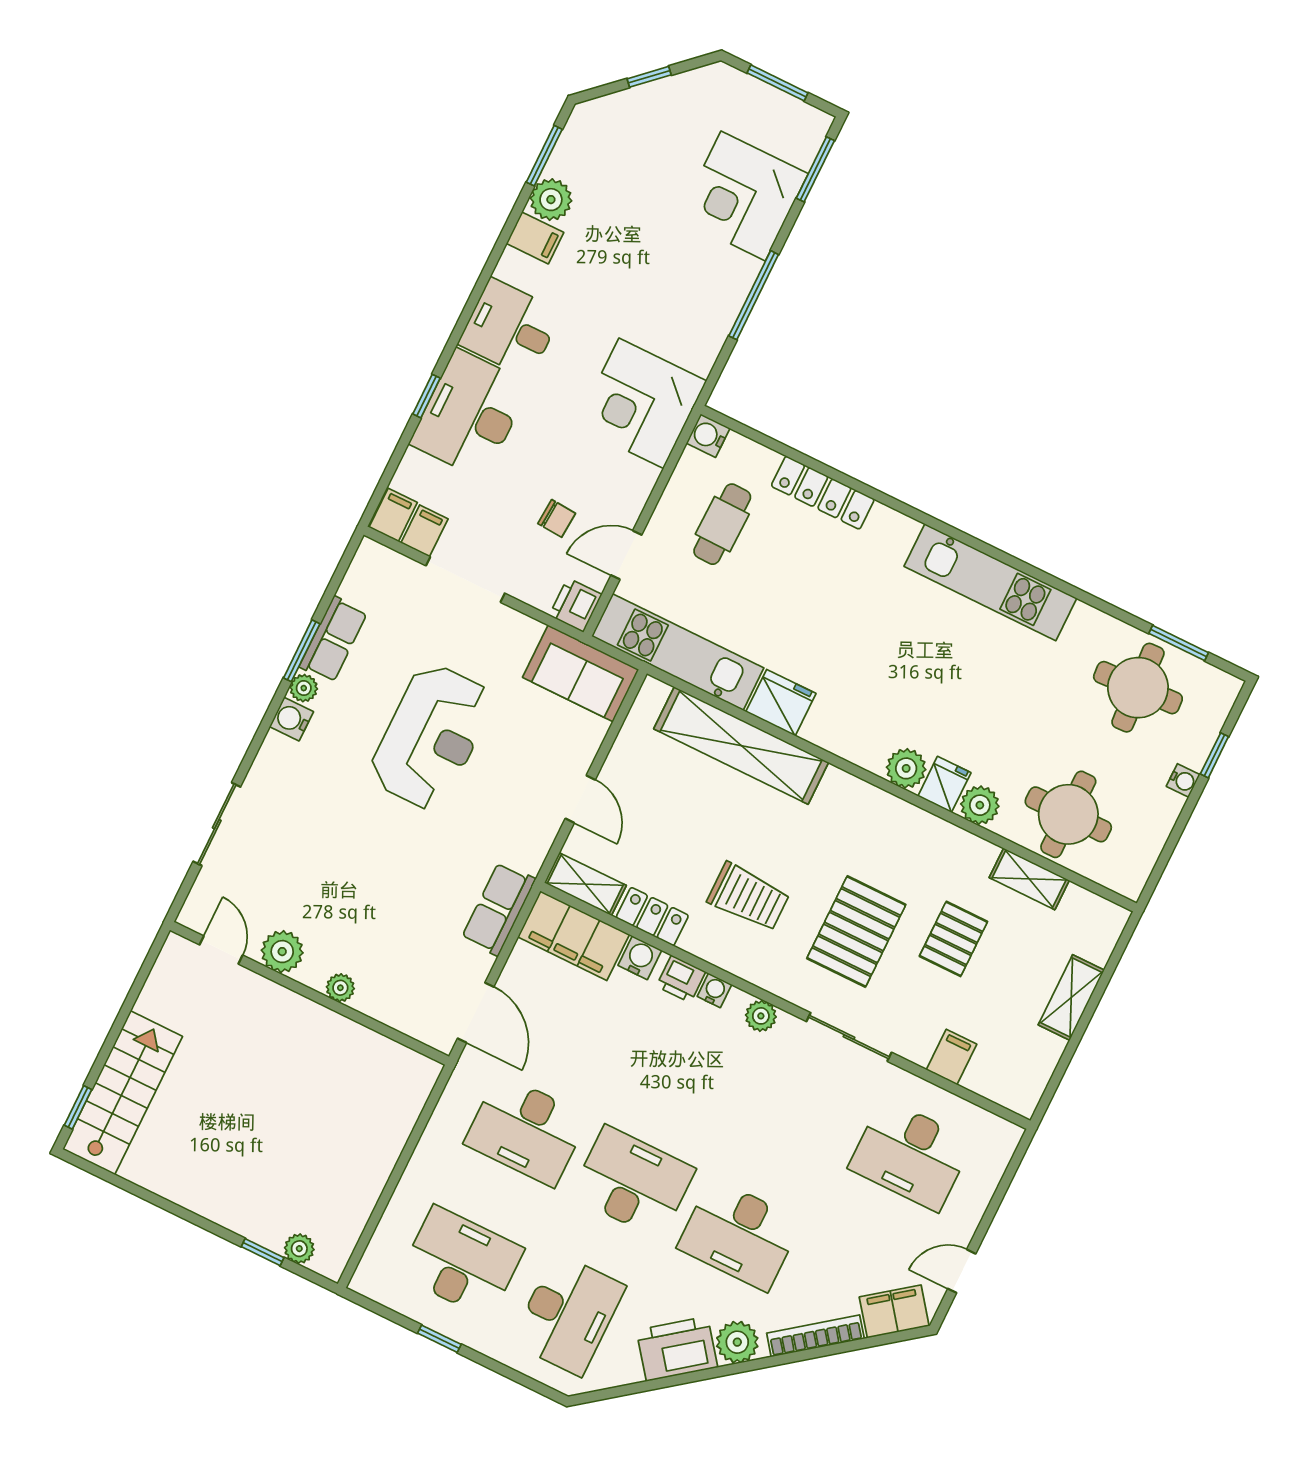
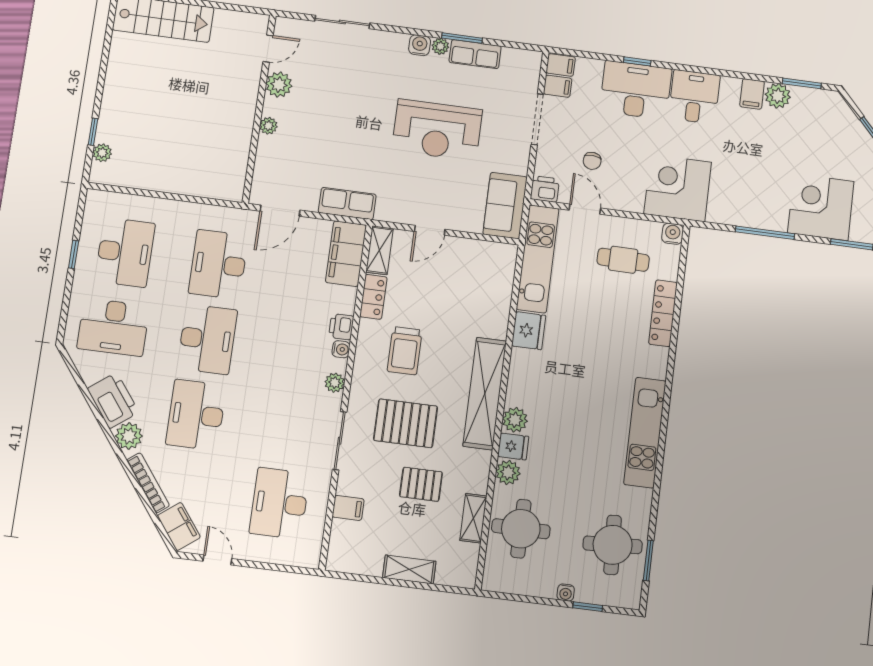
shelving: (741, 746) -> (485, 393), moved
water cooler: (640, 958) -> (346, 298), removed

